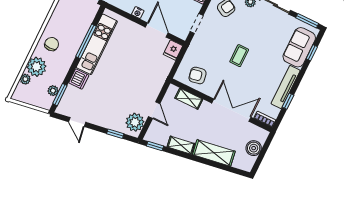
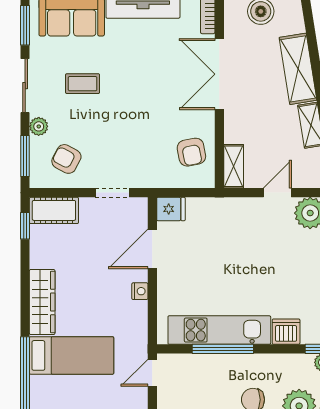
coffee table: (239, 56) -> (83, 84), moved
shelving: (189, 99) -> (234, 166), moved

